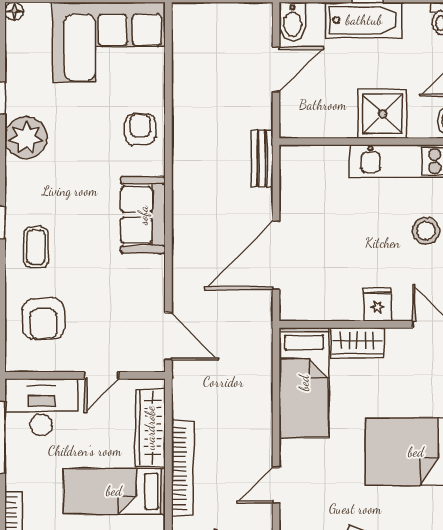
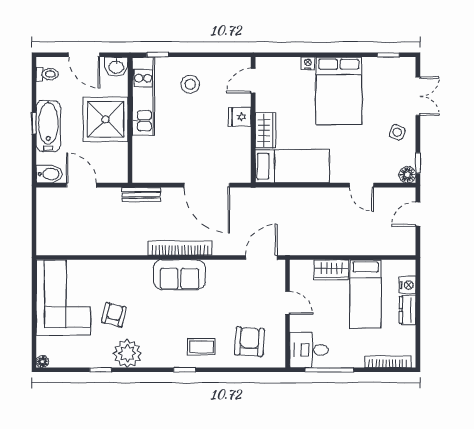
shower: (383, 114) -> (105, 119), width x1.37, depth x1.37
armchair: (140, 129) -> (114, 315), moved, turned 104
armchair: (43, 319) -> (249, 342), turned -85
desk: (41, 407) -> (309, 350), width x0.73
wardrobe: (150, 428) -> (331, 270), width x0.67
bookcase: (182, 468) -> (180, 248), moved

